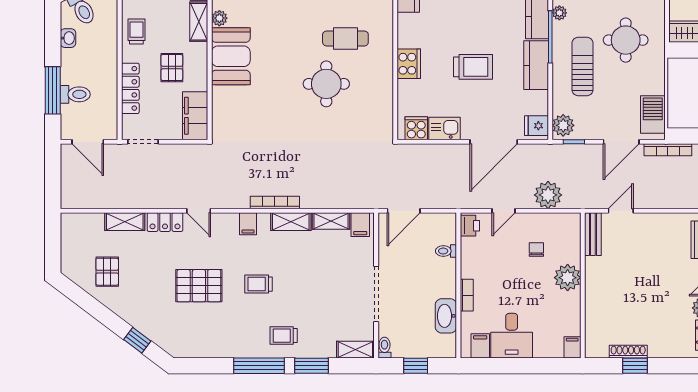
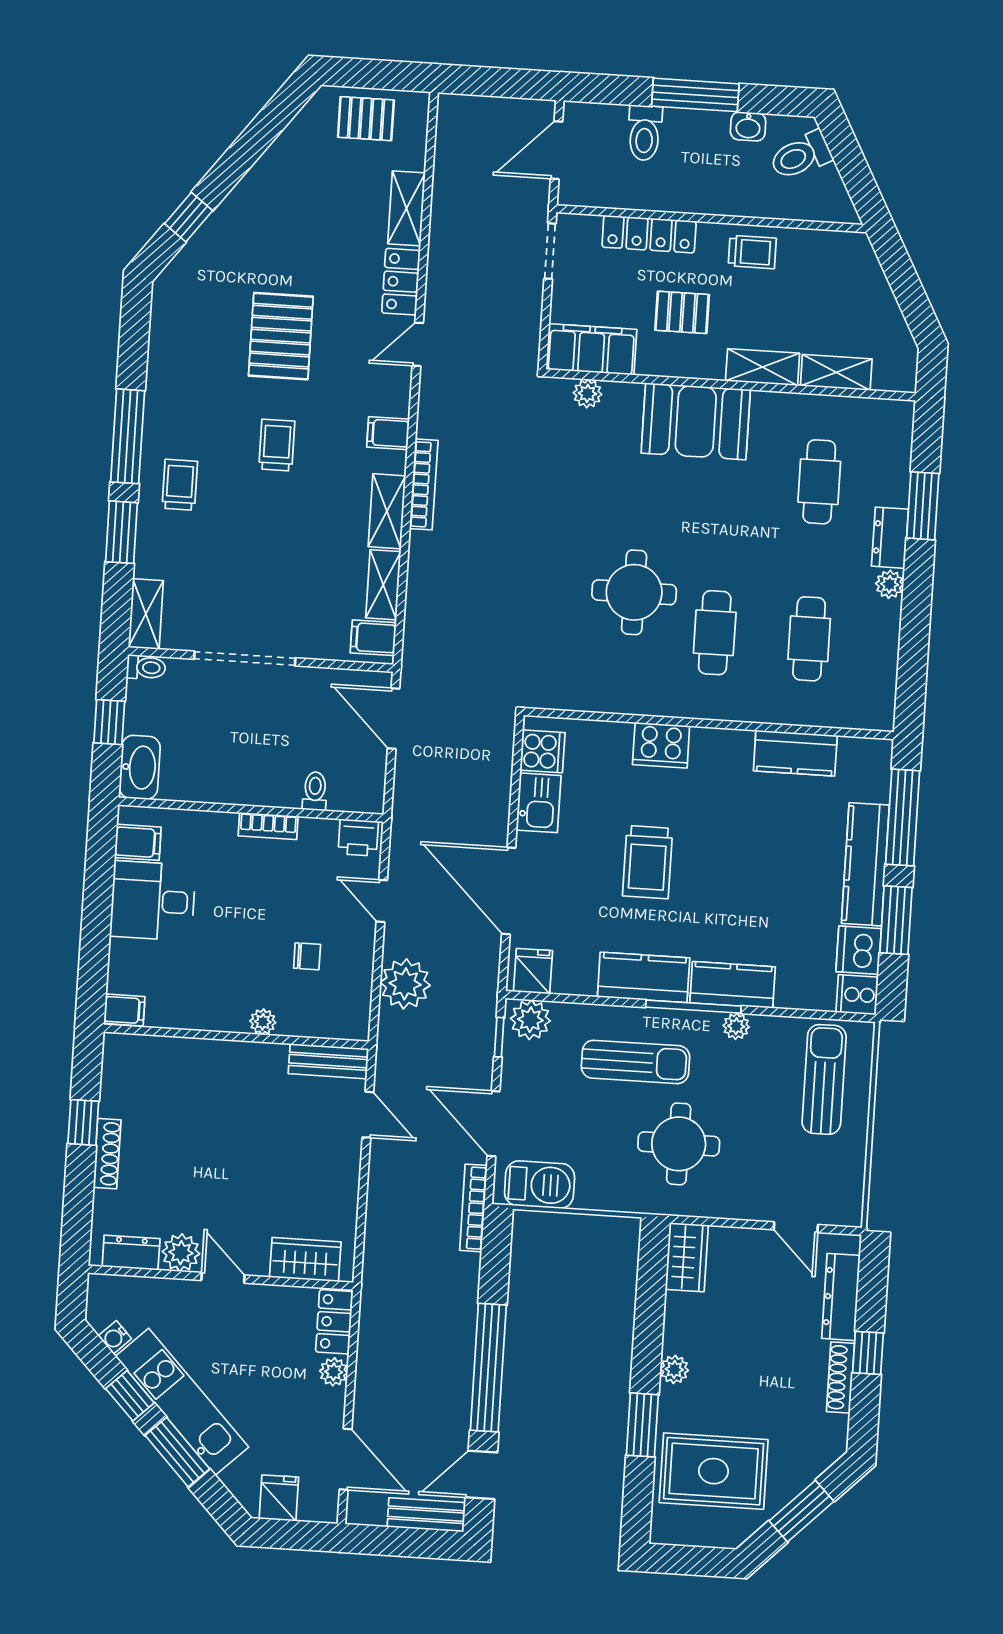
plant: (219, 18) -> (587, 393), moved
window: (53, 90) -> (695, 95), moved
pallet: (107, 272) -> (366, 119), moved
plant: (568, 278) -> (263, 1022), width x0.53, depth x0.53
bookcase: (467, 295) -> (268, 826), moved
washbasin: (446, 316) -> (140, 767), moved, turned 90
shoe rack: (628, 352) -> (107, 1154), moved

